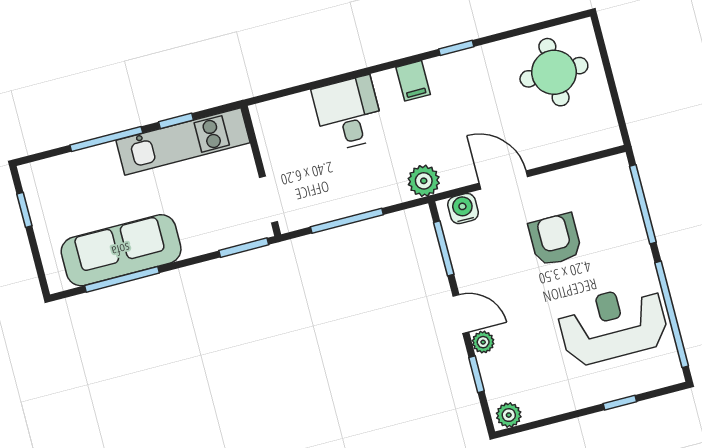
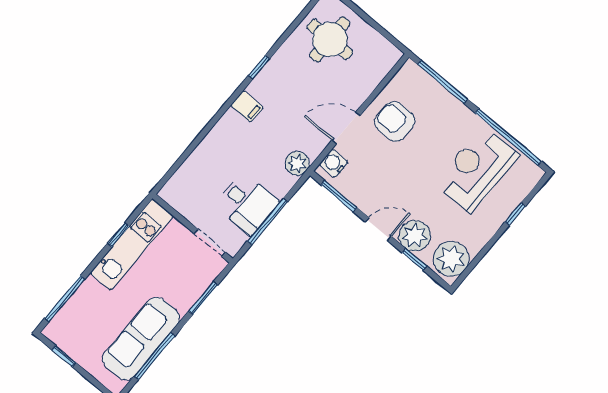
desk: (348, 113) -> (247, 204), moved, turned 180
window: (106, 139) -> (65, 299), moved
armchair: (555, 240) -> (395, 121), moved
window: (244, 248) -> (203, 298), moved
plant: (483, 342) -> (415, 236), width x1.88, depth x1.88
plant: (509, 415) -> (451, 259), width x1.87, depth x1.87

